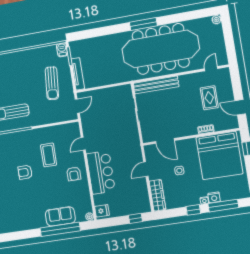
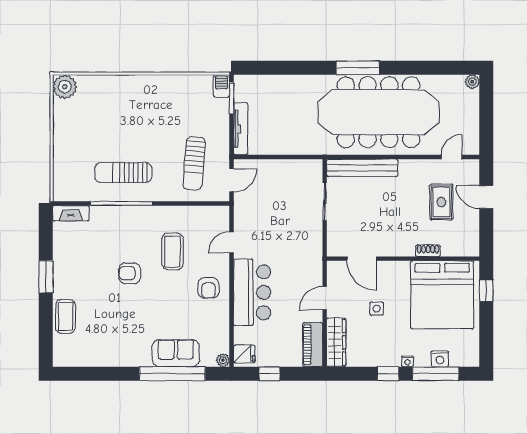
sun lounger: (52, 83) -> (194, 163), moved
door: (240, 107) -> (486, 197), moved
nightstand: (214, 197) -> (440, 359), moved
piano: (143, 199) -> (313, 345), added
window: (135, 218) -> (269, 374), moved

